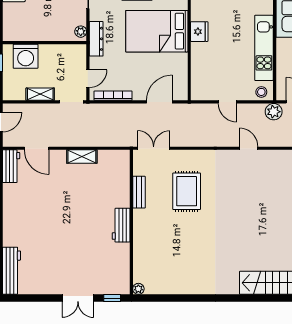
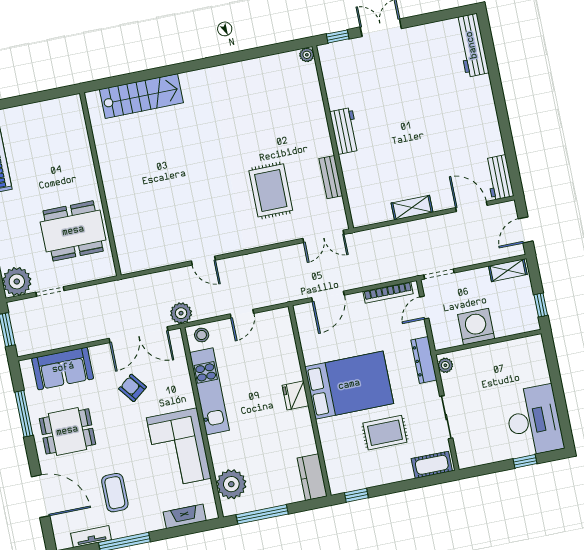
washing machine: (26, 56) -> (476, 327), moved
shelving: (40, 94) -> (508, 270), moved
door: (227, 102) -> (242, 314), swing flipped

